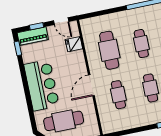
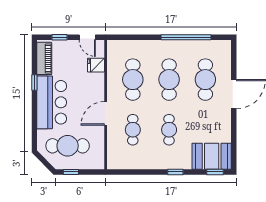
piano: (33, 36) -> (44, 58), moved, turned -90
cafe table: (141, 44) -> (169, 80), width x1.37, depth x1.35
window: (18, 48) -> (34, 82), moved

